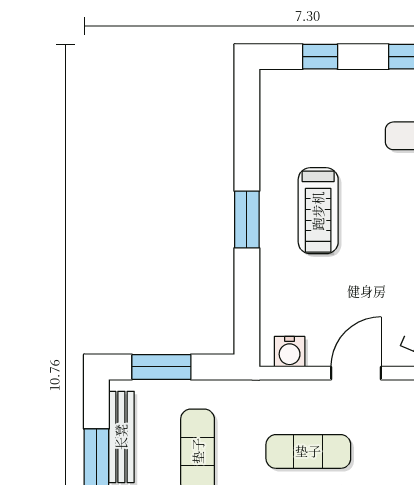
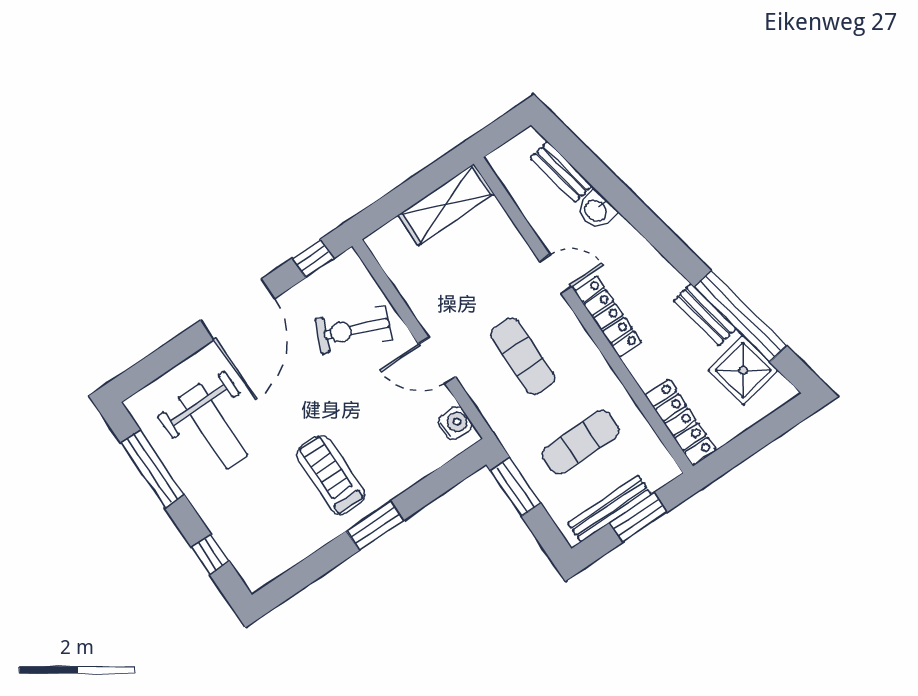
treadmill: (318, 211) -> (331, 475), turned -90
window: (161, 367) -> (516, 487), moved

